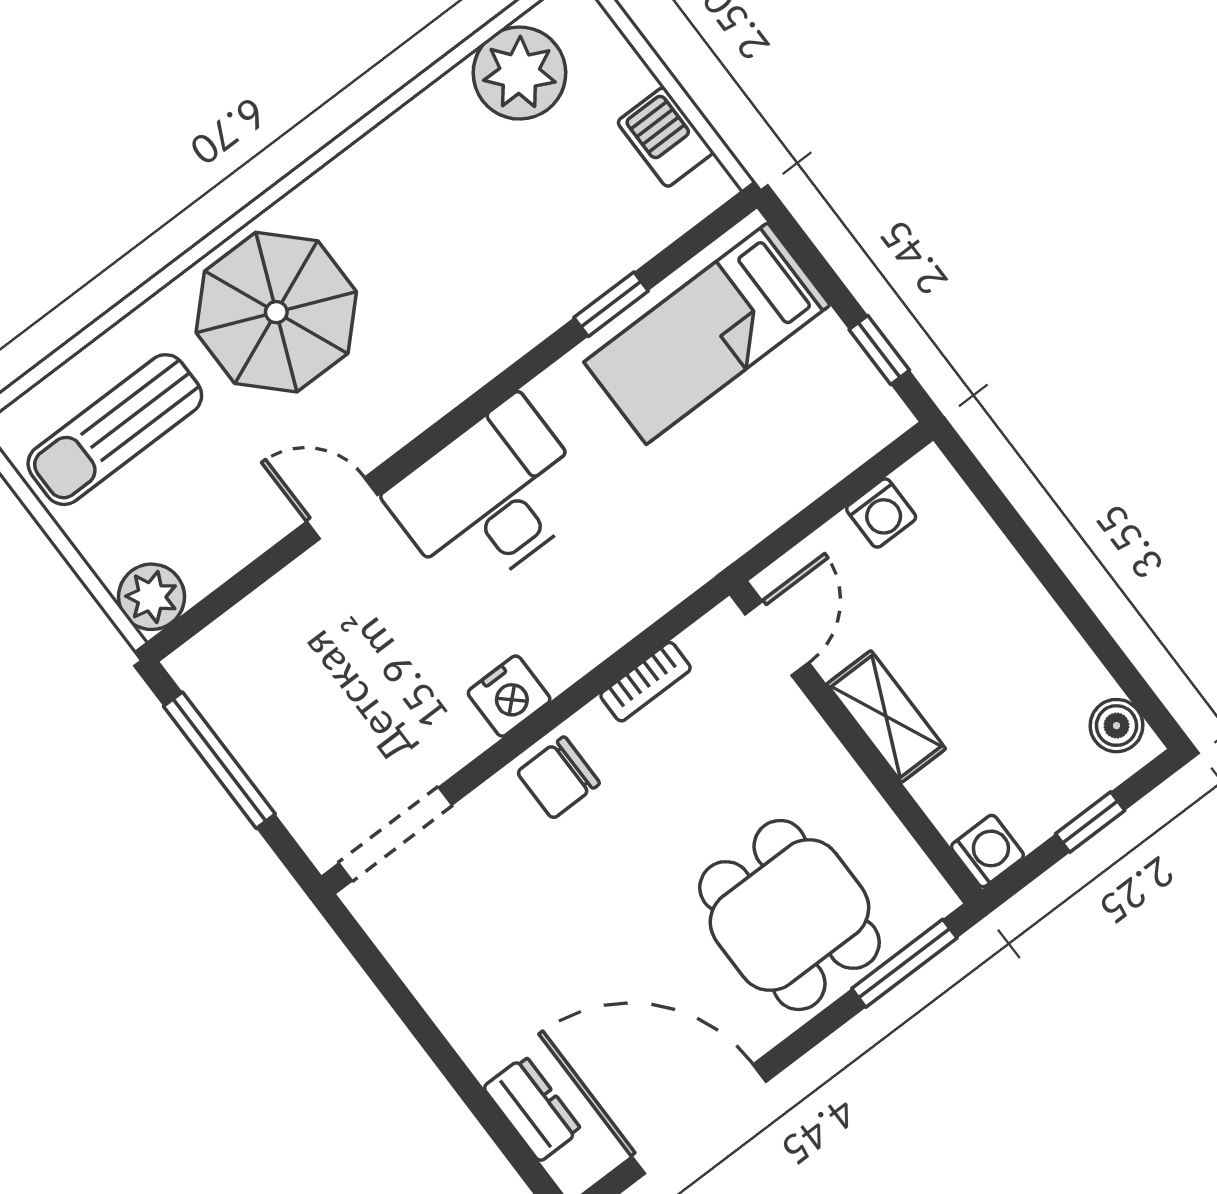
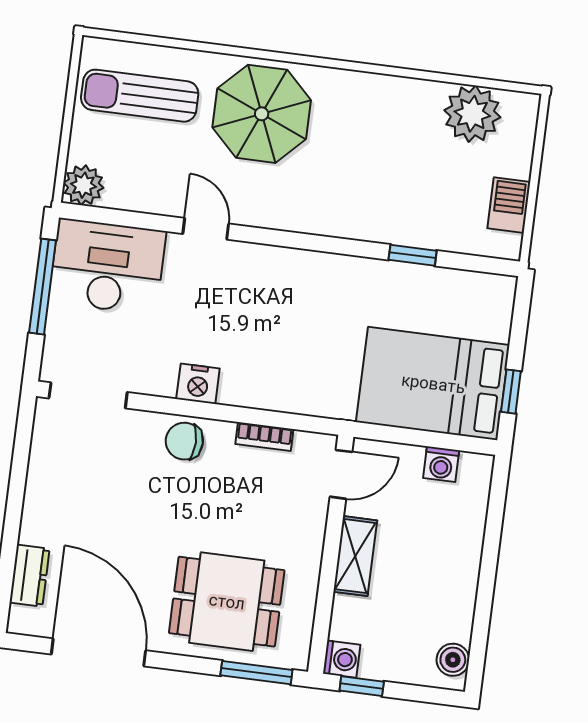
bed: (707, 334) -> (433, 384), moved, width x1.50
desk: (490, 497) -> (107, 267), moved
window: (1090, 822) -> (362, 686), moved
dining table: (789, 915) -> (227, 602), turned 90

